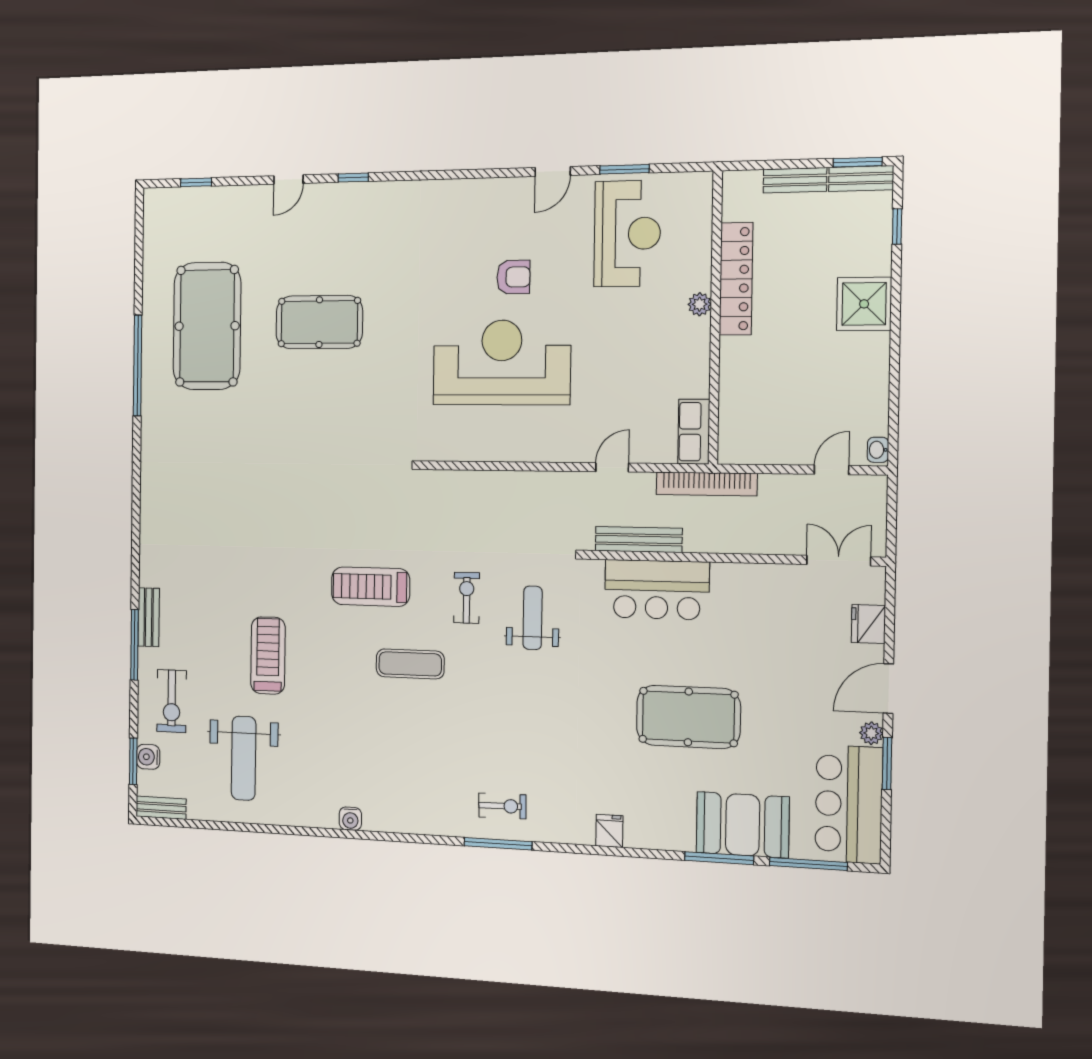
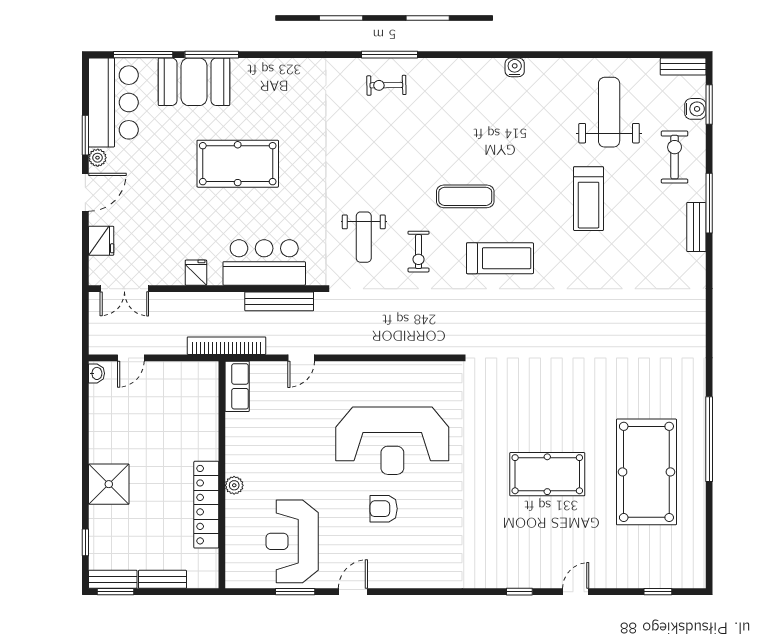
fridge: (609, 831) -> (196, 273), moved, turned 180

